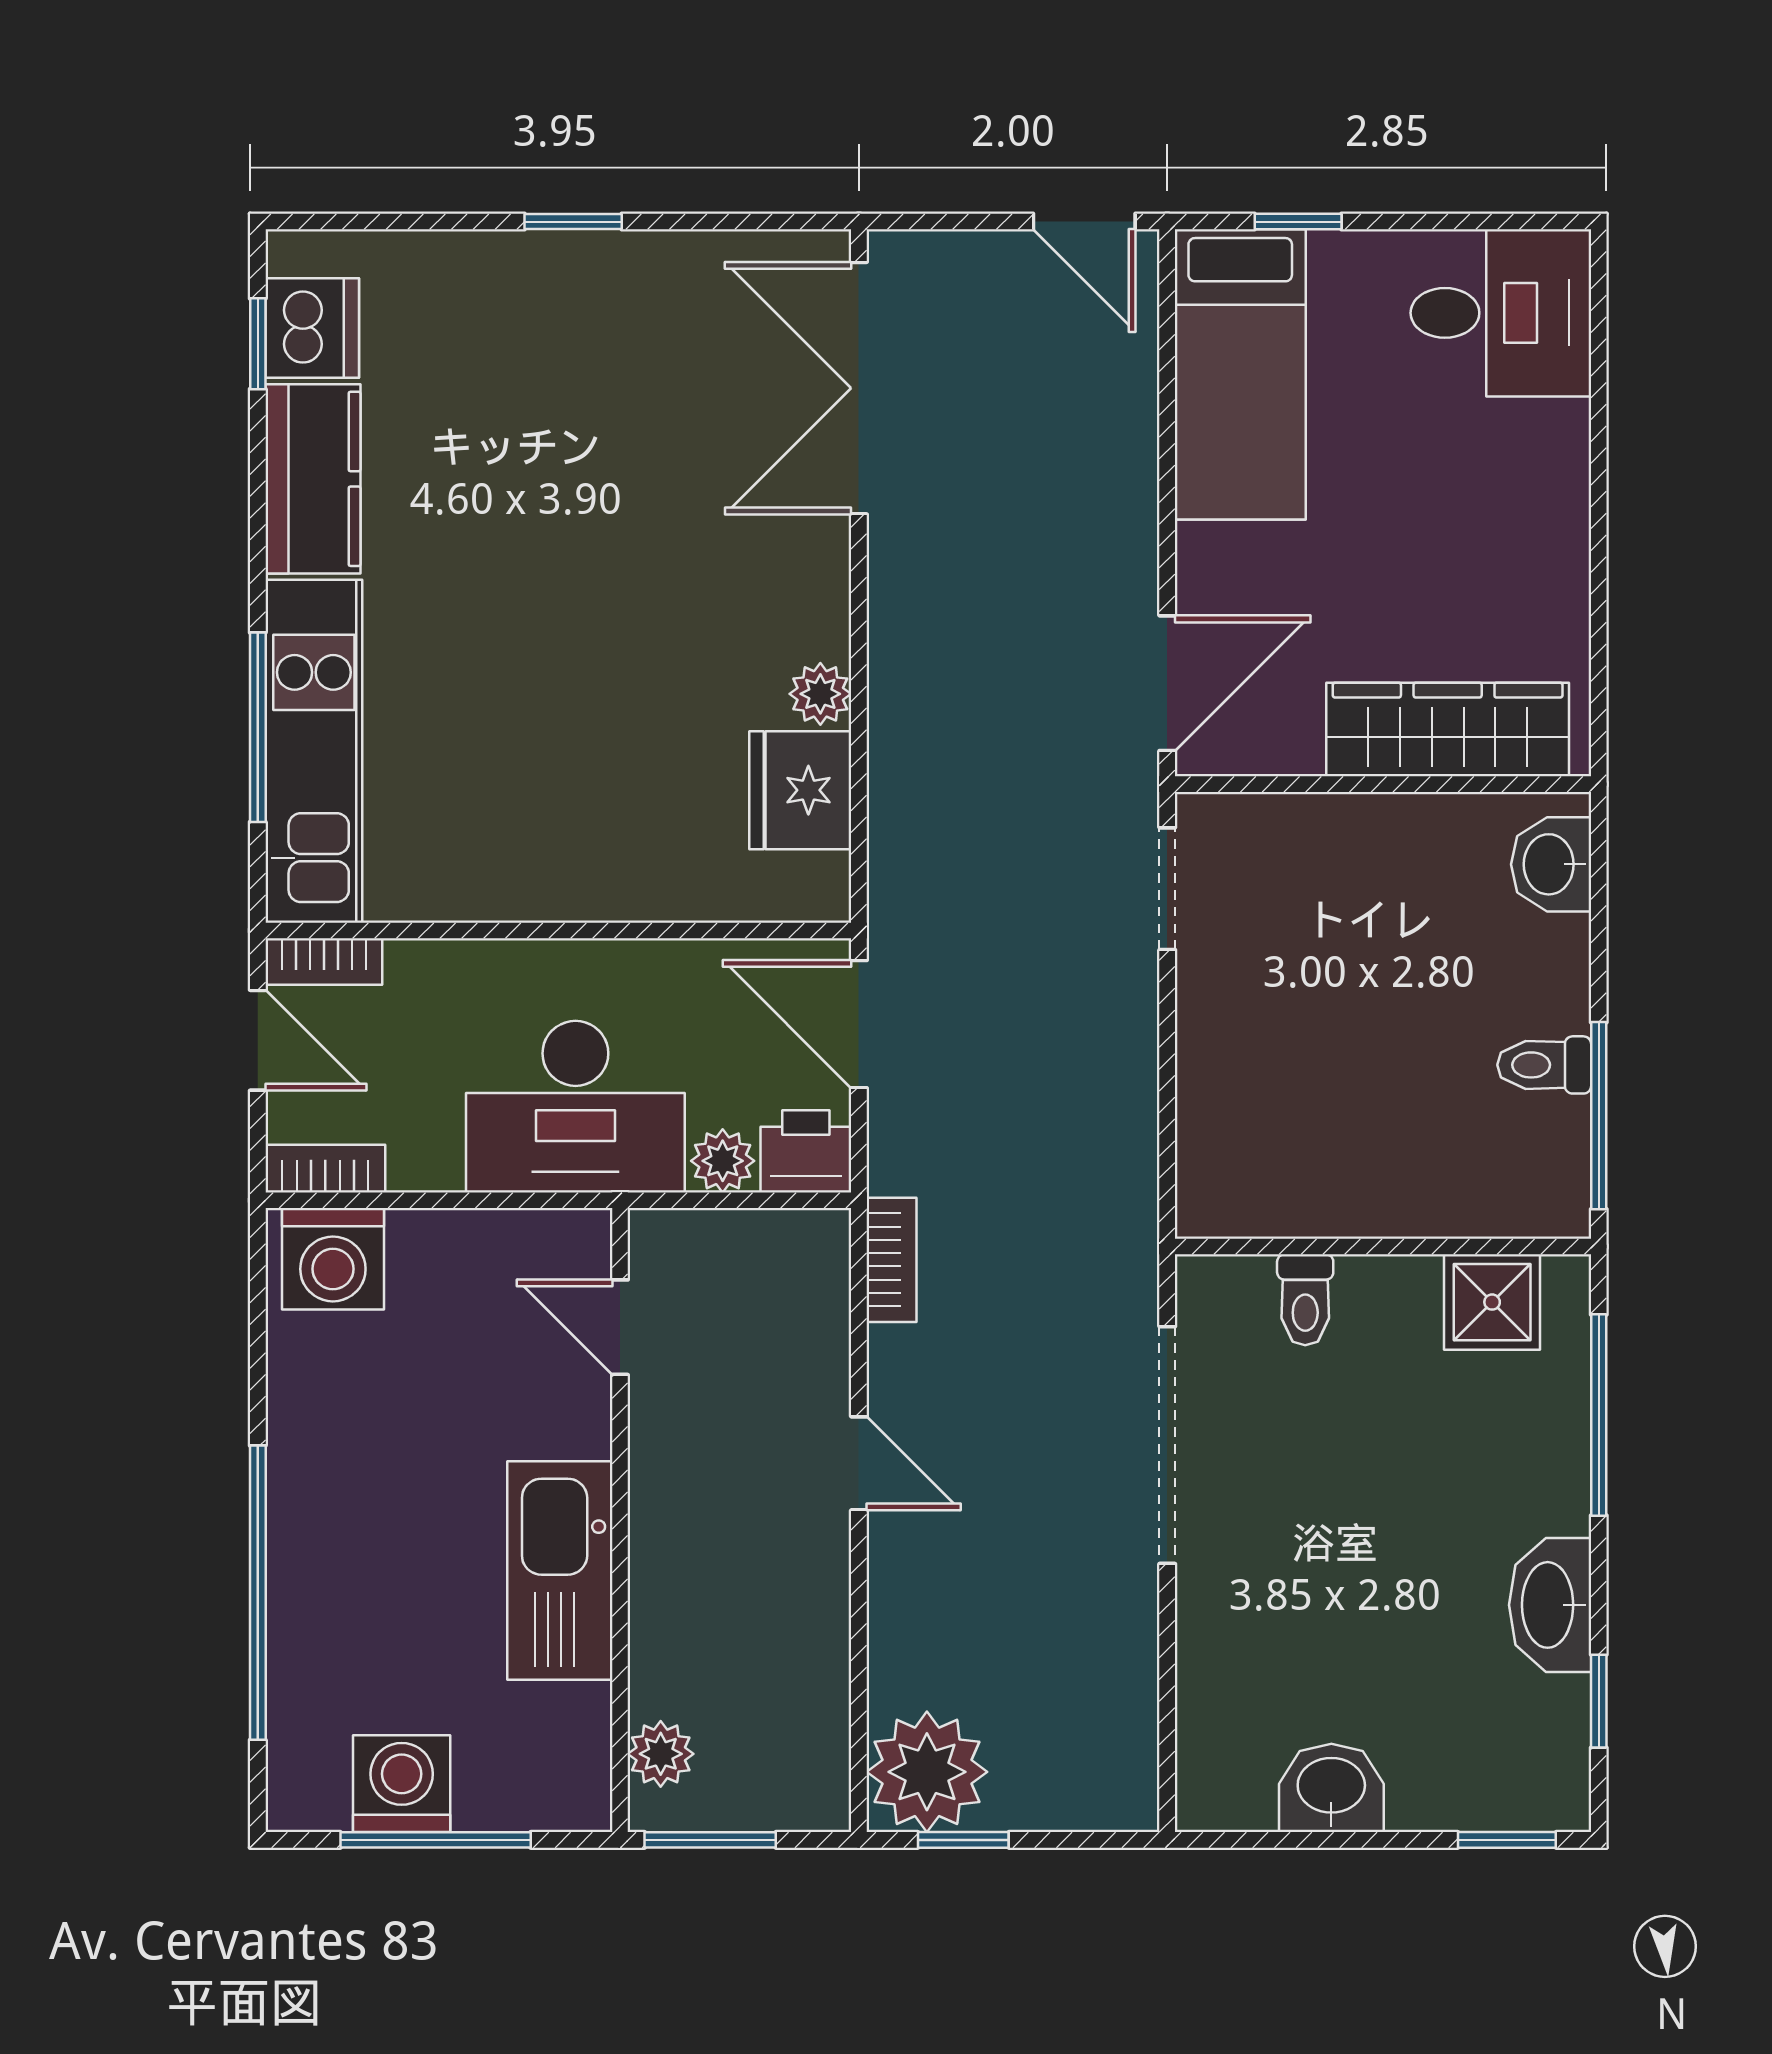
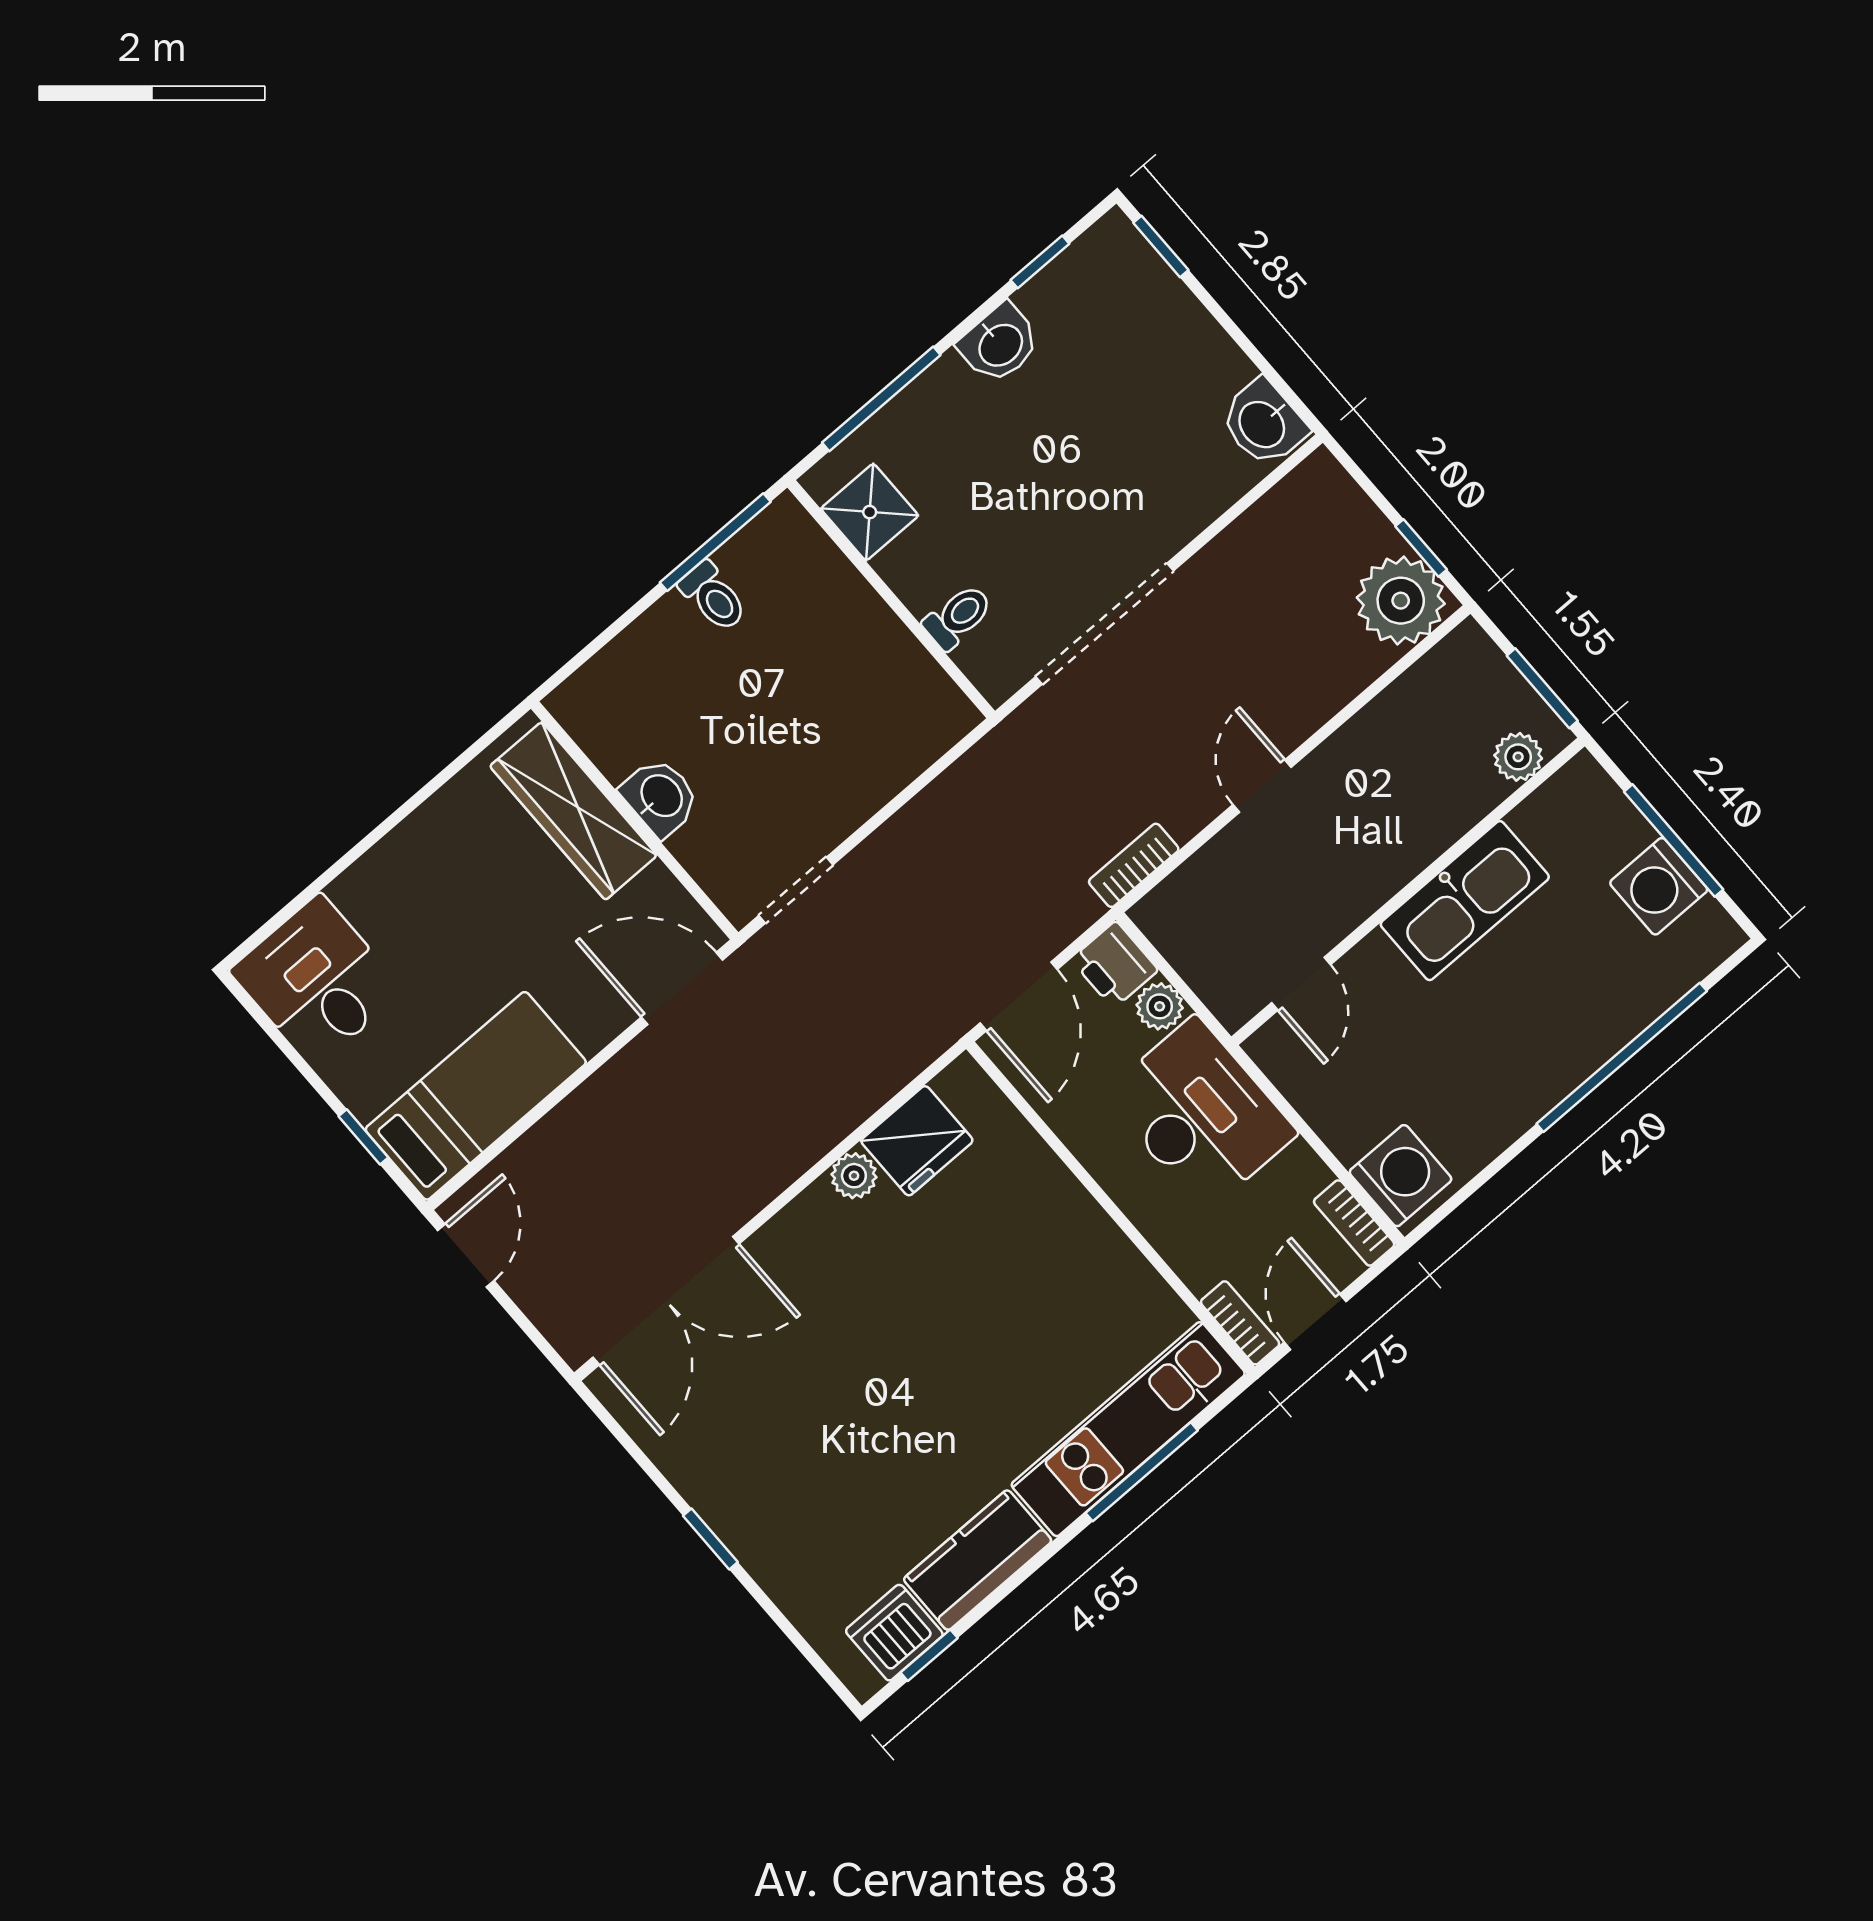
washbasin: (1551, 864) -> (660, 797), moved, turned -90
washbasin: (1550, 1605) -> (1000, 344), width x0.72
washbasin: (1331, 1788) -> (1263, 423), moved

